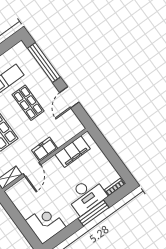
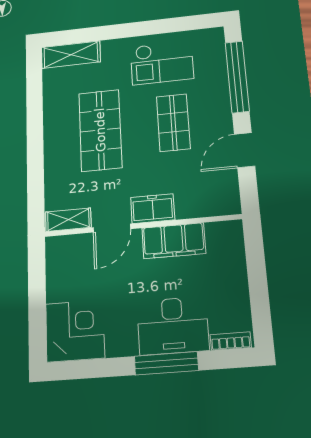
filing cabinet: (73, 152) -> (174, 241), moved

